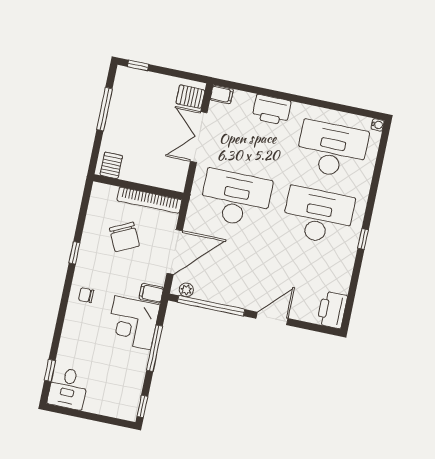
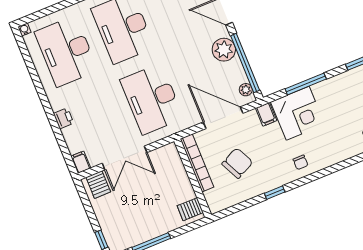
printer: (271, 110) -> (64, 118), width x0.53, depth x0.68
plant: (236, 294) -> (224, 50), added

